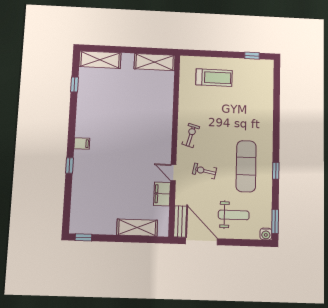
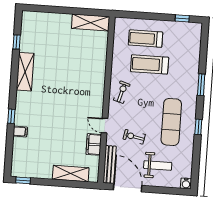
shelving: (100, 60) -> (25, 72), moved, turned 90
treadmill: (214, 78) -> (145, 39), turned 180
treadmill: (220, 105) -> (150, 64), added
filing cabinet: (82, 143) -> (20, 131), moved
exercise bike: (205, 171) -> (134, 137), moved
bench: (180, 221) -> (110, 164), width x1.36
window: (275, 221) -> (201, 85), moved

